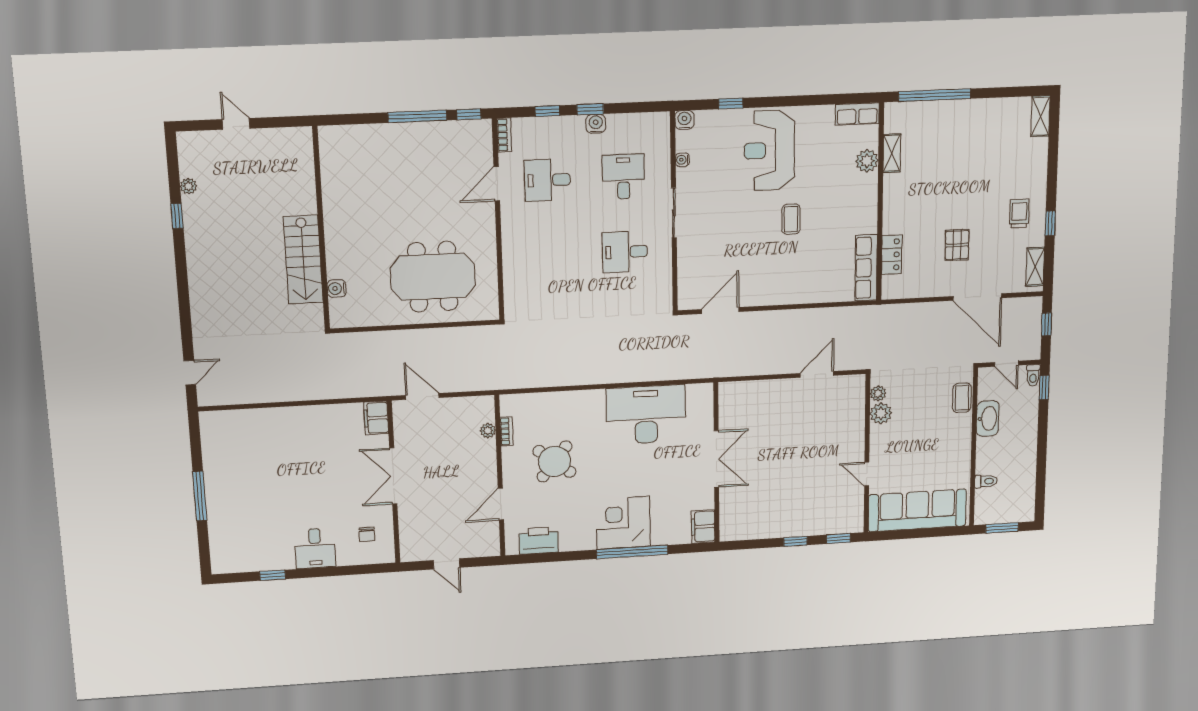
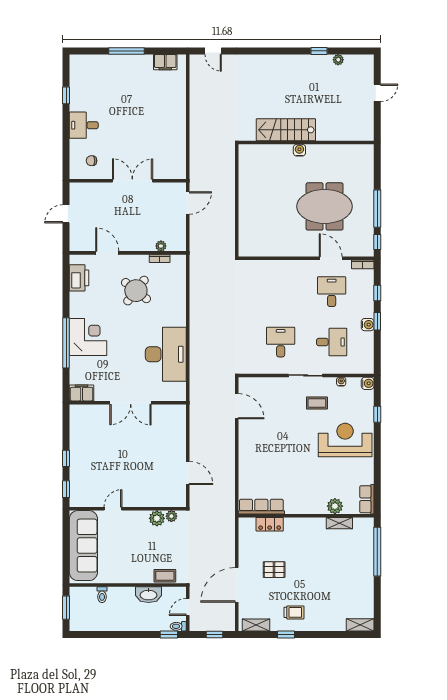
coffee table: (791, 219) -> (317, 403), moved
meeting table: (433, 277) -> (325, 206), moved, turned 90
water cooler: (337, 288) -> (299, 150), moved
filing cabinet: (376, 418) -> (165, 62), moved, turned 180

